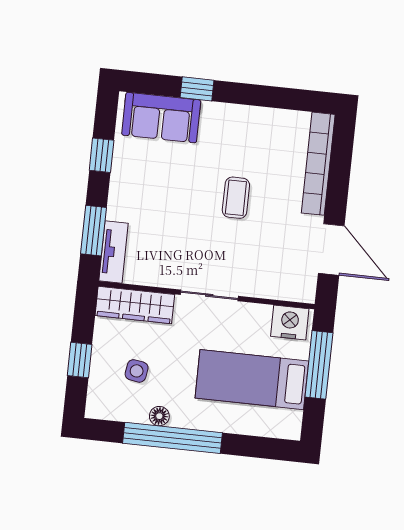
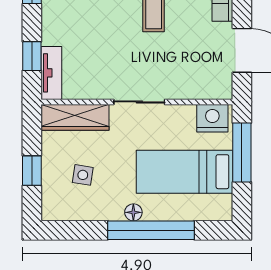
window: (93, 231) -> (32, 56), width x0.67
floor lamp: (159, 416) -> (133, 212), moved
window: (172, 438) -> (151, 230), moved

